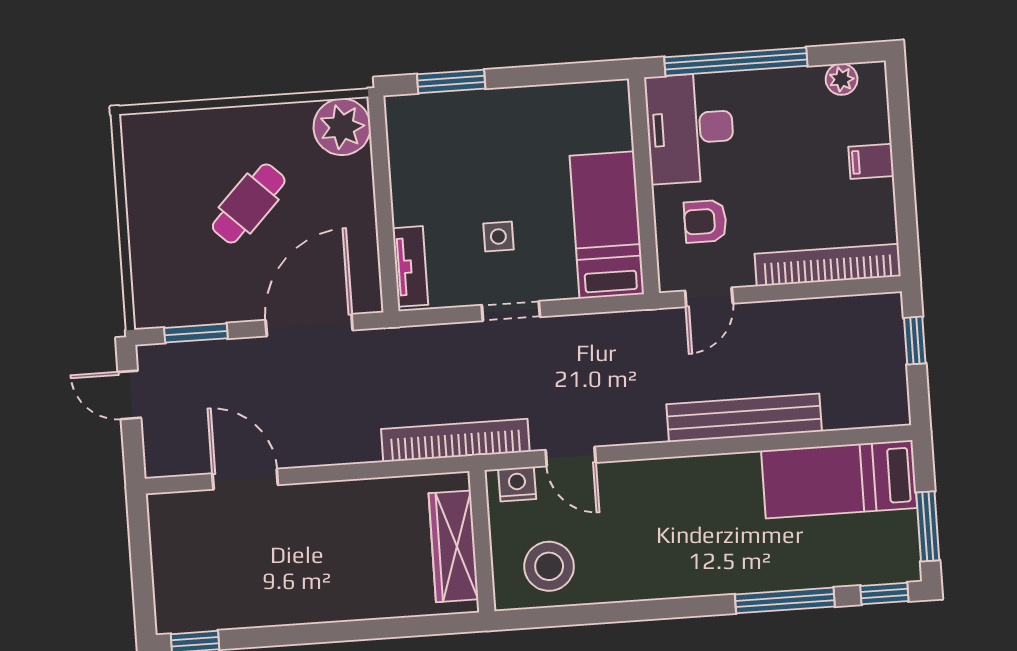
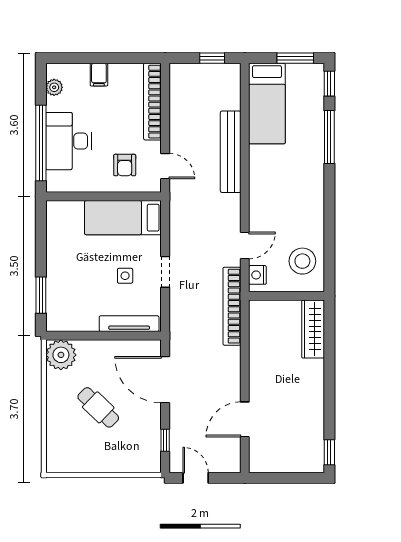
desk: (690, 128) -> (68, 141), moved, turned 90
tv unit: (410, 266) -> (129, 324), width x1.41
window: (196, 333) -> (165, 440), width x0.67
window: (915, 341) -> (212, 58), moved
door: (129, 395) -> (196, 478), swing flipped
wardrobe: (453, 546) -> (313, 329), moved, turned 90

